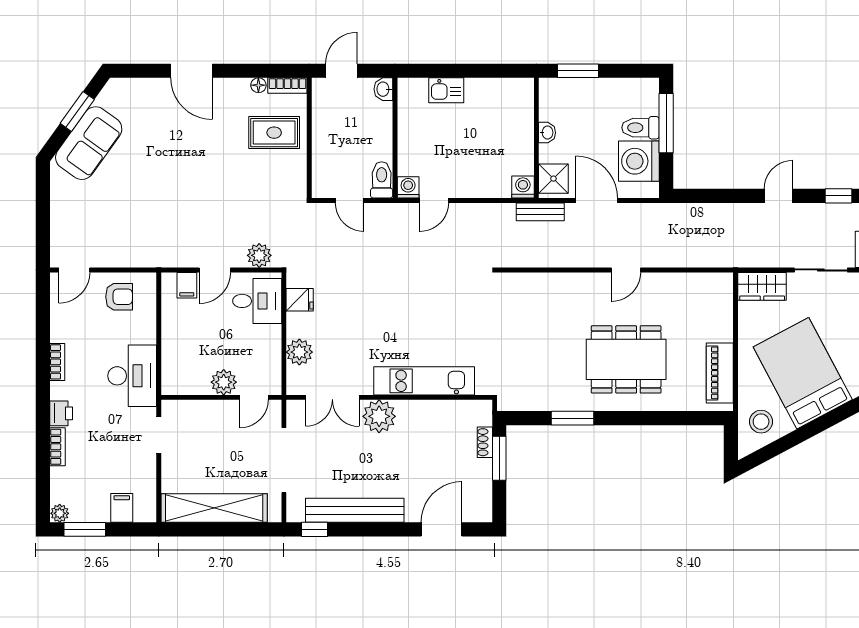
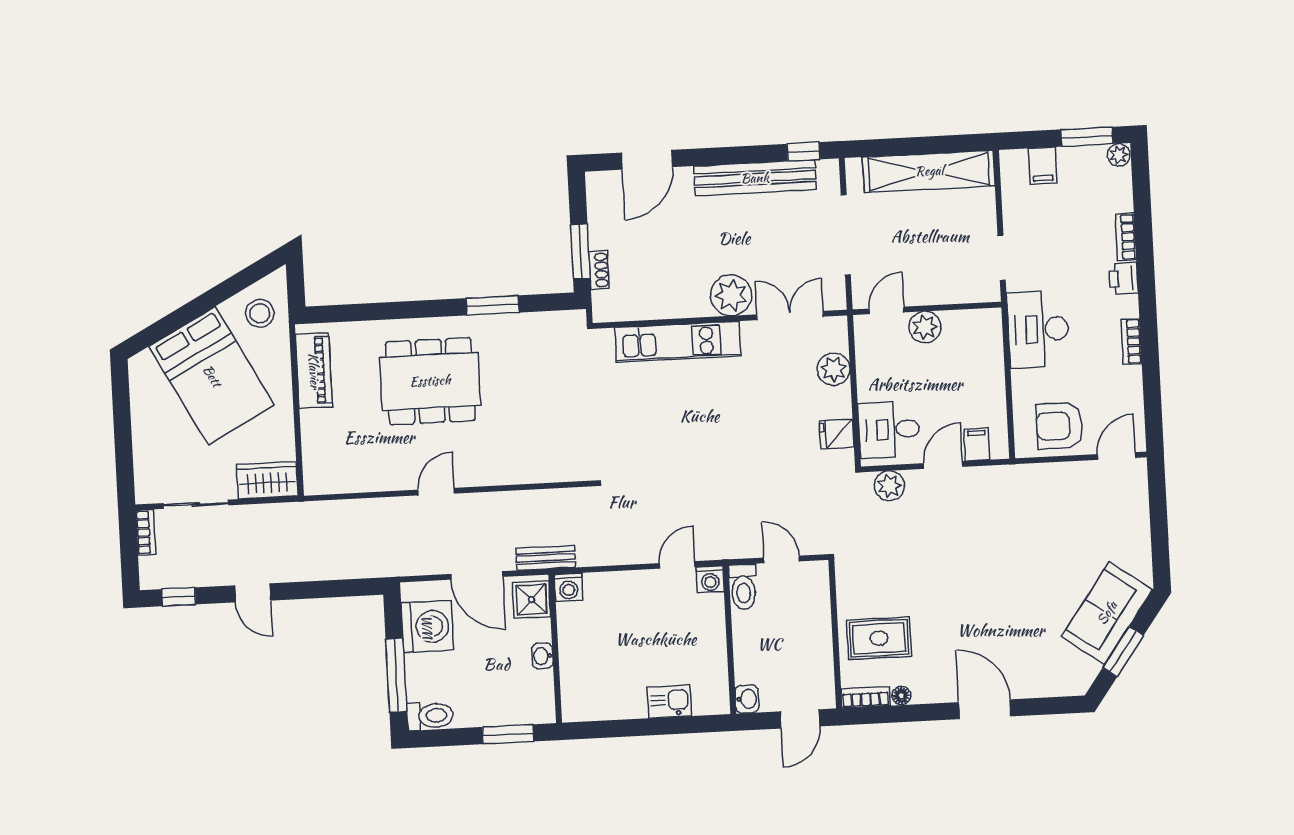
toilet: (640, 128) -> (430, 716), moved
door: (779, 196) -> (253, 593), hinge flipped
armchair: (119, 297) -> (1060, 426), width x1.38, depth x1.38

